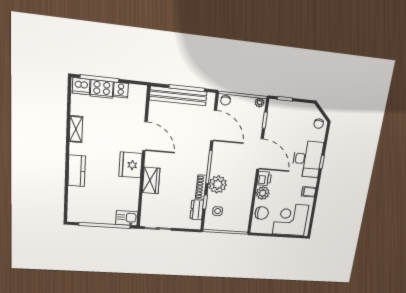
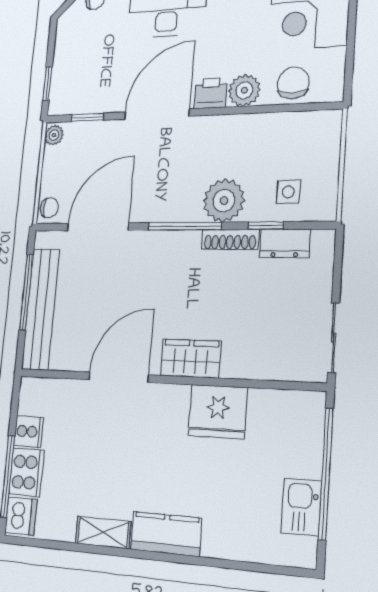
fridge: (130, 165) -> (218, 412), moved
kitchen counter: (77, 171) -> (166, 534), moved
wardrobe: (151, 181) -> (191, 359), moved
kitchen sink: (127, 218) -> (301, 507), moved

